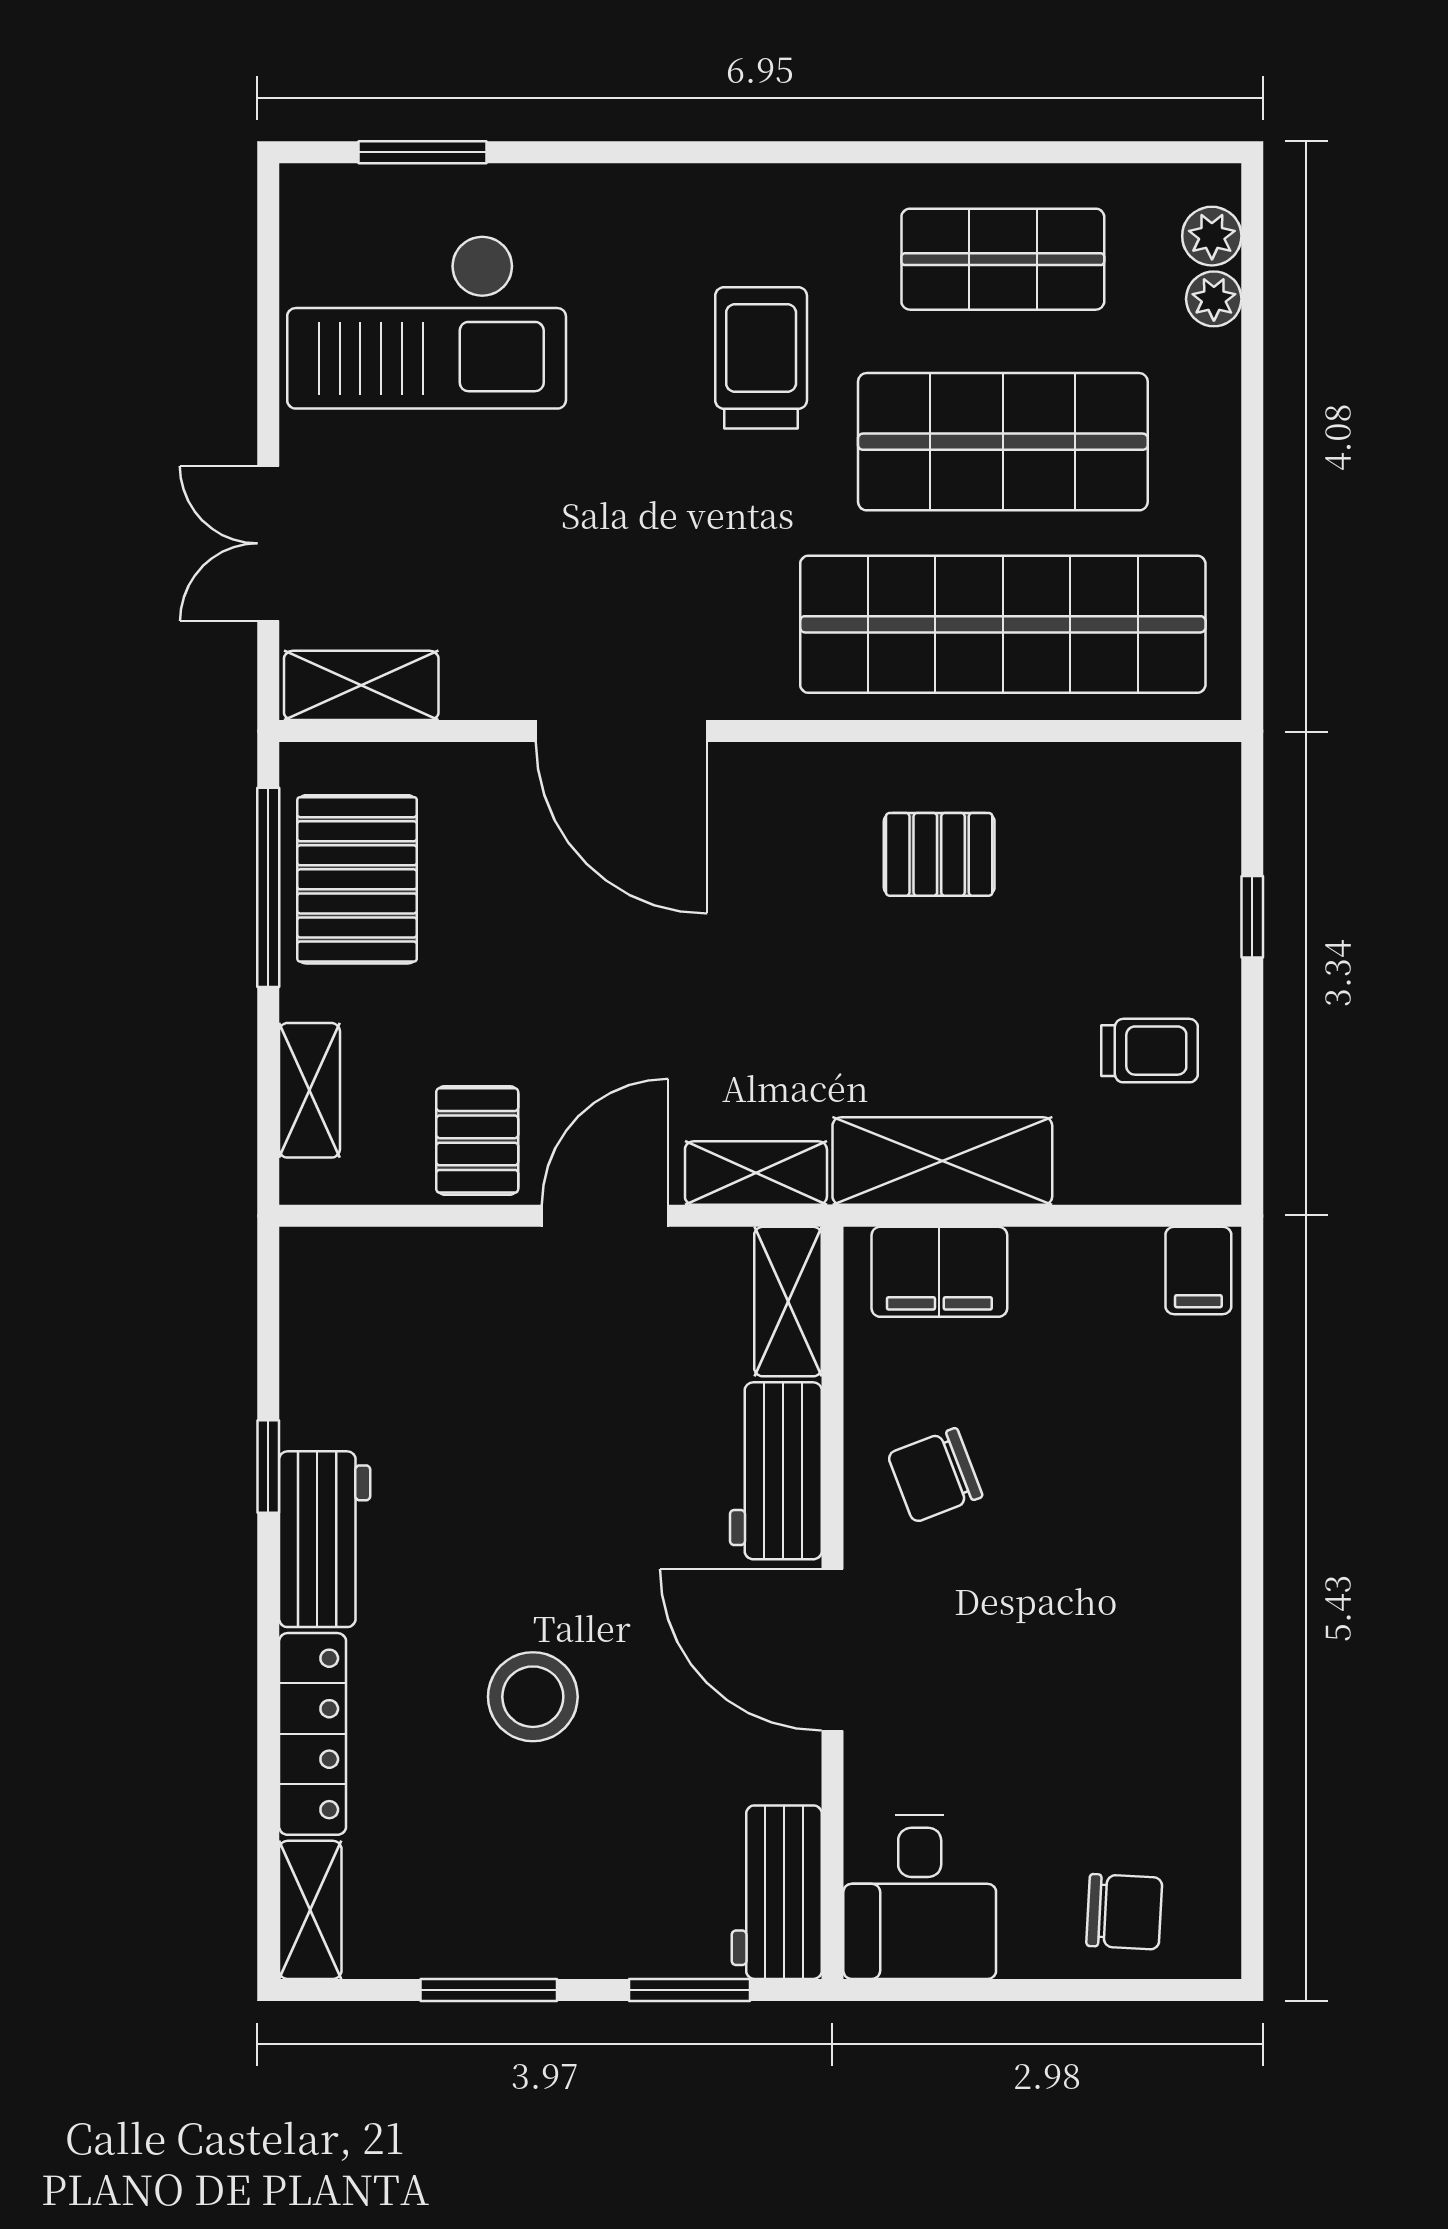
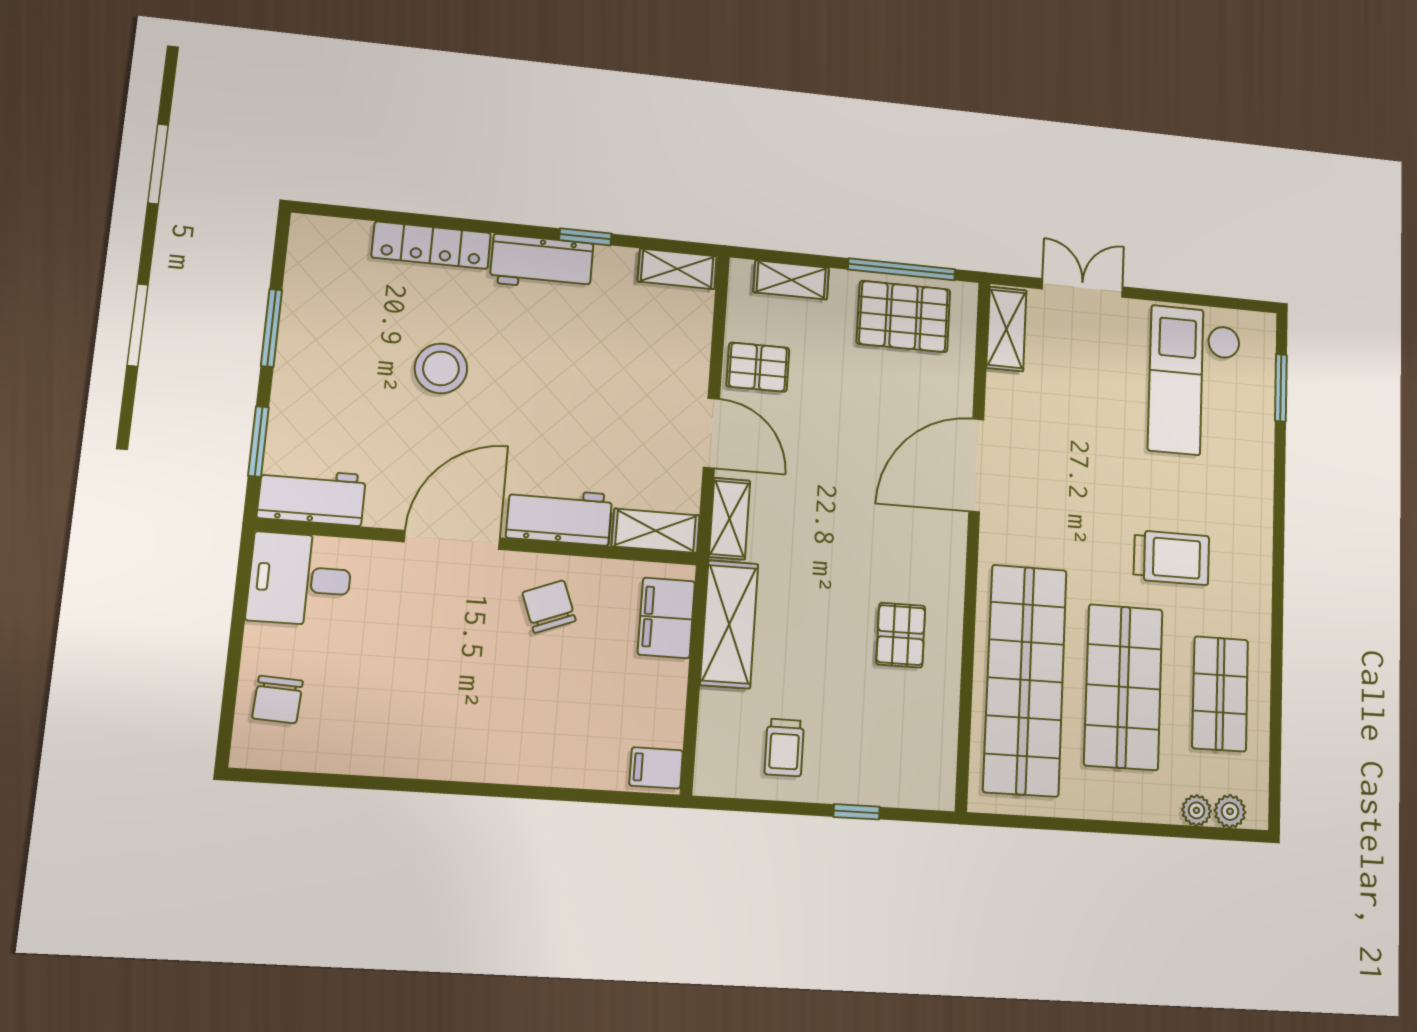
shelving: (310, 1910) -> (677, 269), moved

